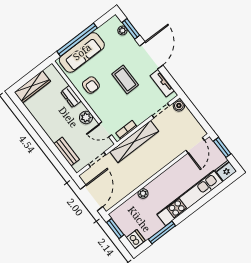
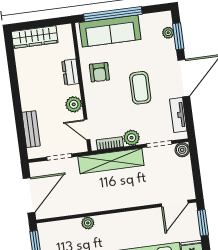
plant: (139, 117) -> (132, 138), added

